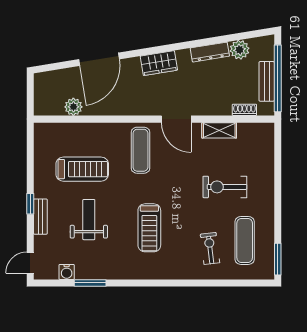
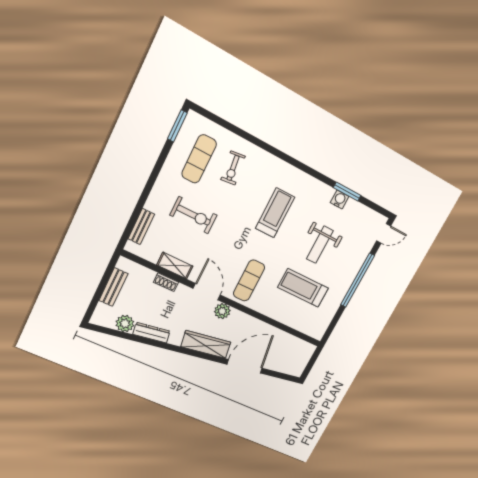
wardrobe: (159, 63) -> (206, 344), width x1.50
window: (278, 78) -> (102, 285), removed
plant: (73, 107) -> (222, 311), moved
shoe rack: (244, 110) -> (166, 282), moved
window: (30, 204) -> (358, 280), width x3.17
bench: (40, 217) -> (141, 227), moved
water cooler: (67, 272) -> (340, 199), moved

